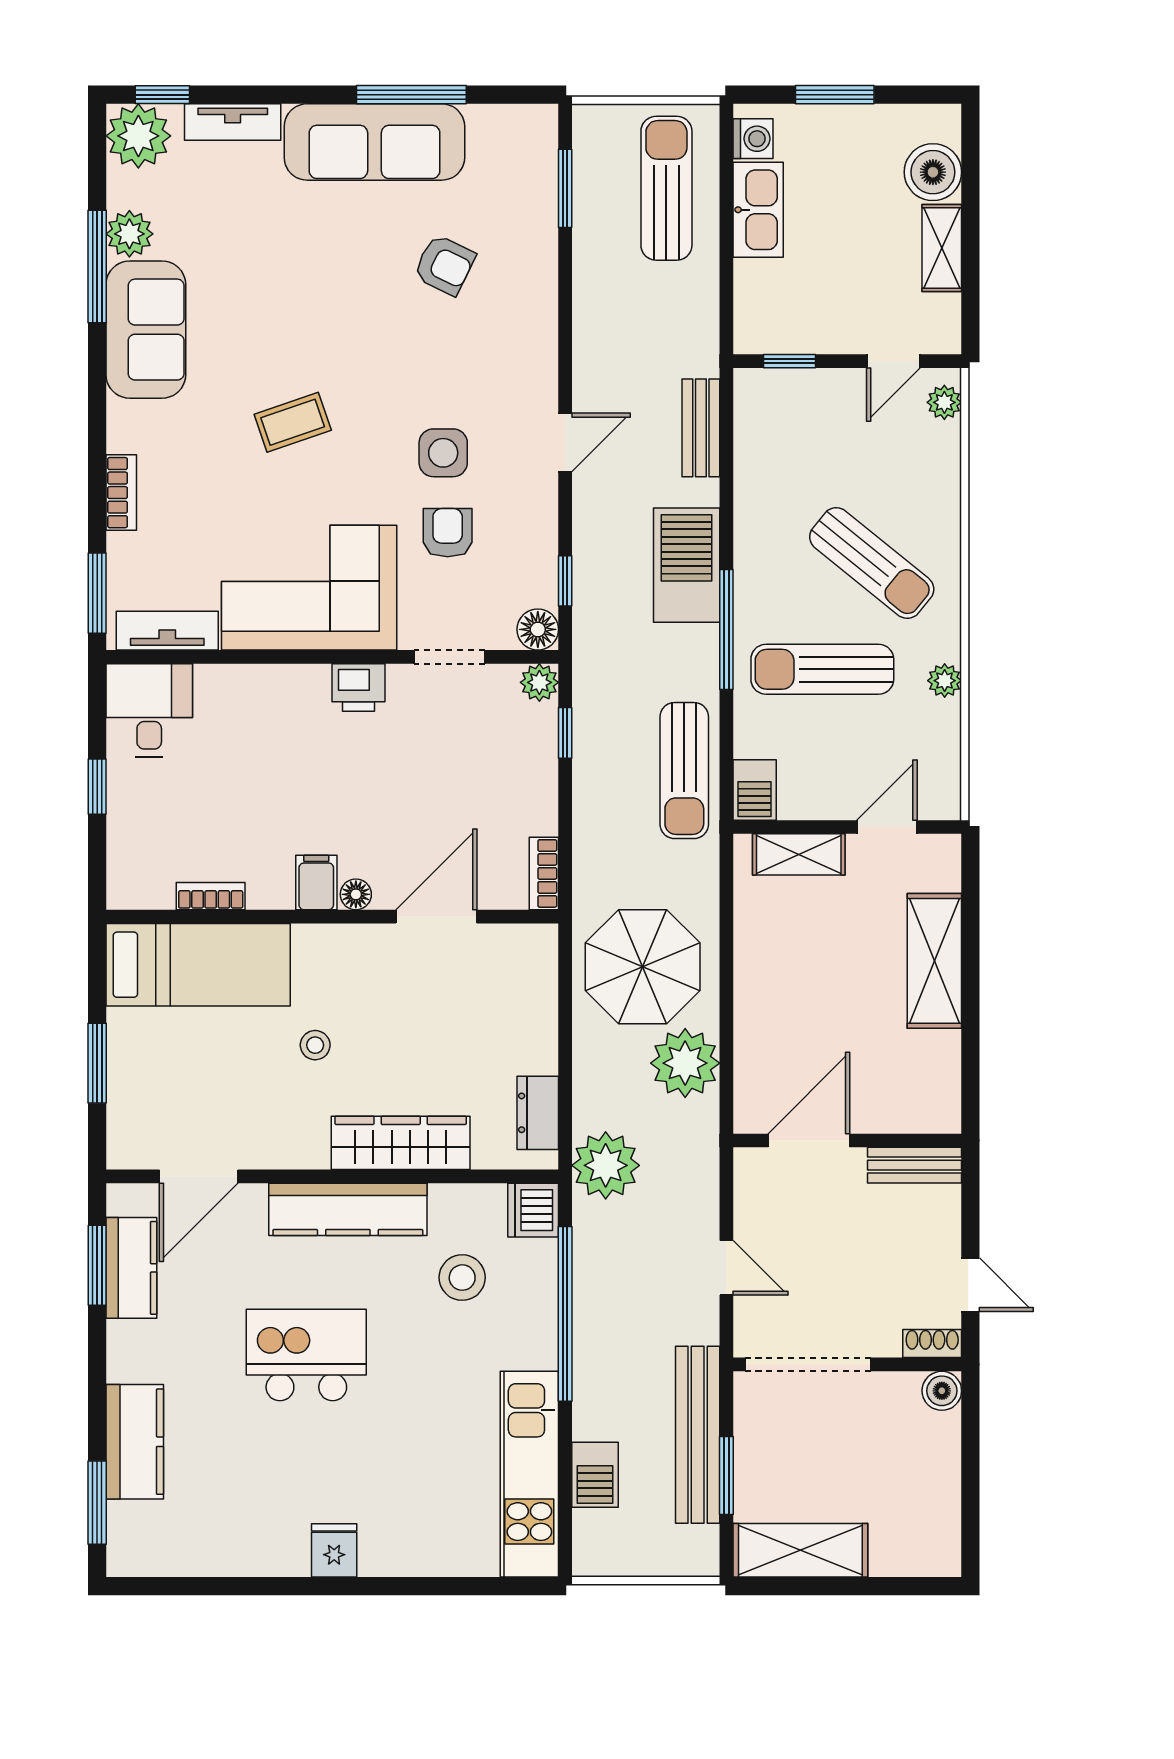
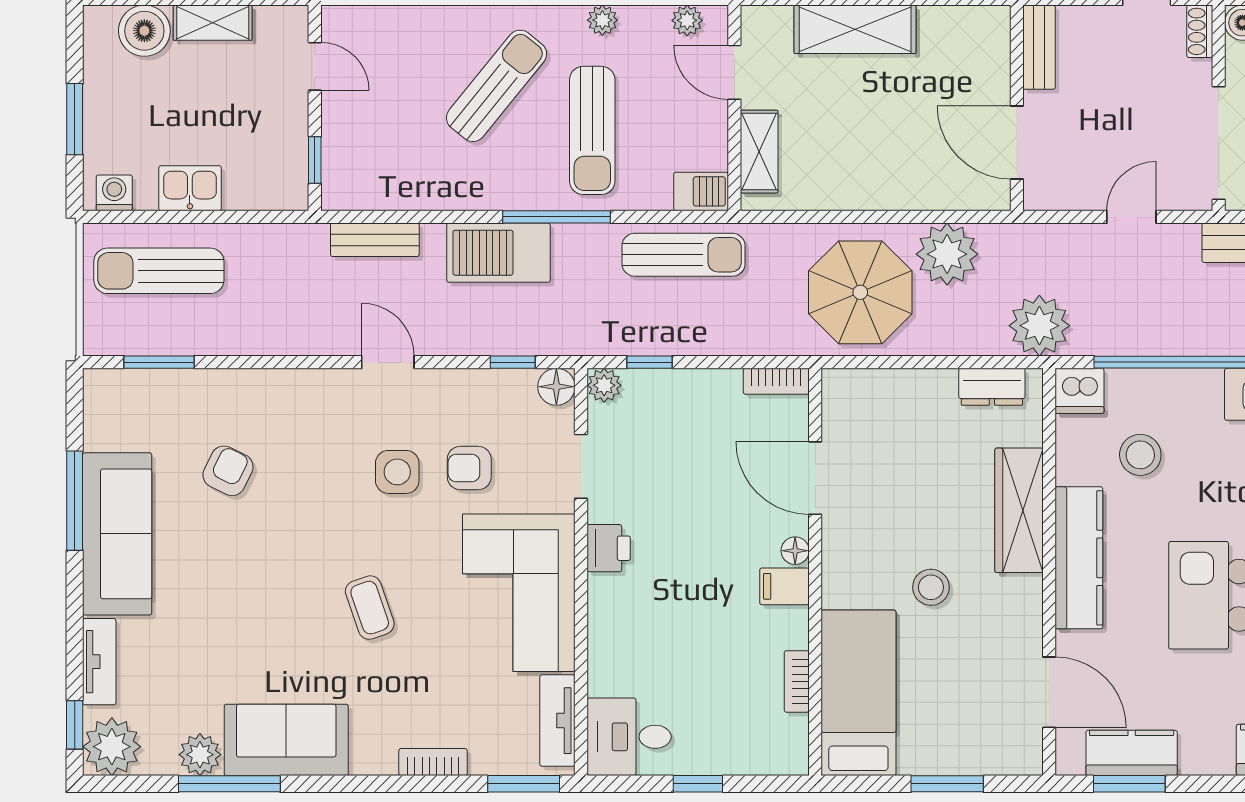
kitchen sink: (758, 210) -> (190, 188), width x0.73
plant: (944, 402) -> (687, 20), moved
stool: (315, 1045) -> (931, 587), width x1.37, depth x1.37

